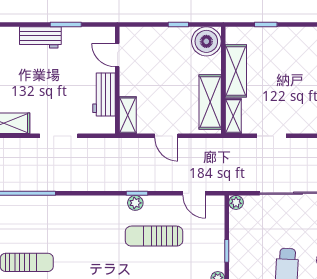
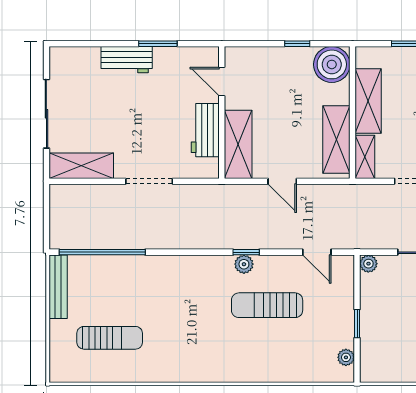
shelving: (128, 115) -> (238, 144), width x1.50, depth x1.33

